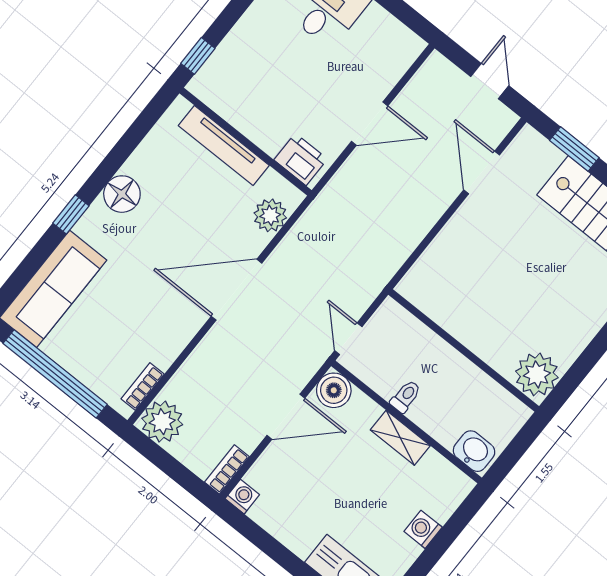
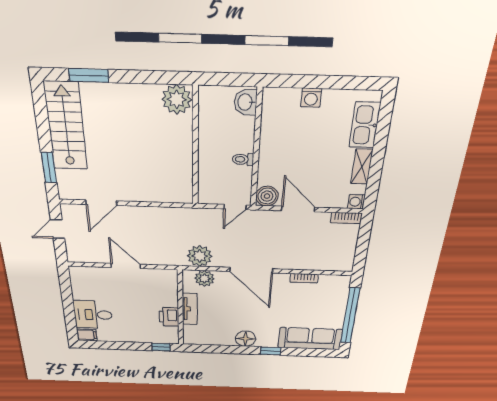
tv unit: (224, 146) -> (190, 309), width x0.71
printer: (301, 159) -> (169, 317), moved
bookcase: (143, 386) -> (304, 278), moved
plant: (162, 422) -> (200, 256), moved
shelving: (400, 438) -> (362, 167), moved

